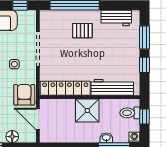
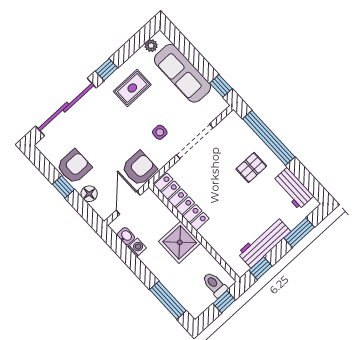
pallet: (82, 31) -> (251, 168), turned 90
window: (144, 65) -> (261, 268), moved
workbench: (112, 87) -> (264, 242), moved, turned -90
washing machine: (134, 137) -> (137, 247), moved
washbasin: (106, 138) -> (126, 236), moved

